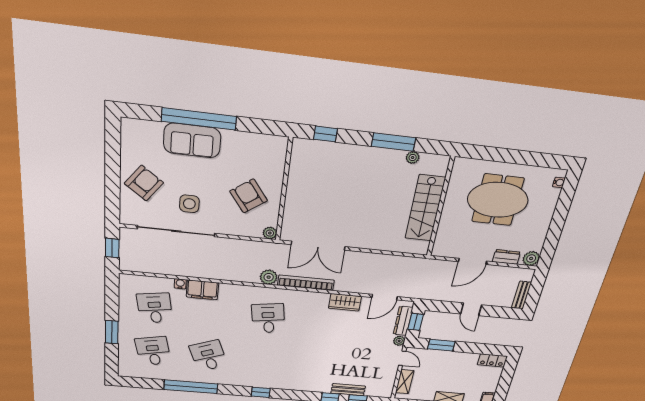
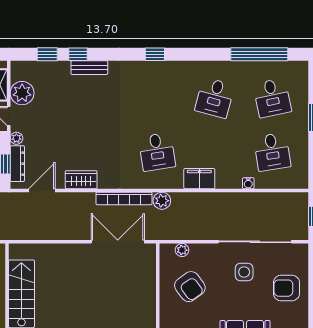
armchair: (144, 183) -> (286, 288), turned 53
plant: (270, 233) -> (182, 250), moved
filing cabinet: (202, 290) -> (199, 179), moved
desk: (208, 356) -> (215, 98), turned 36
plant: (386, 374) -> (22, 93), added
window: (191, 387) -> (259, 54), moved
bench: (348, 390) -> (89, 68), moved

